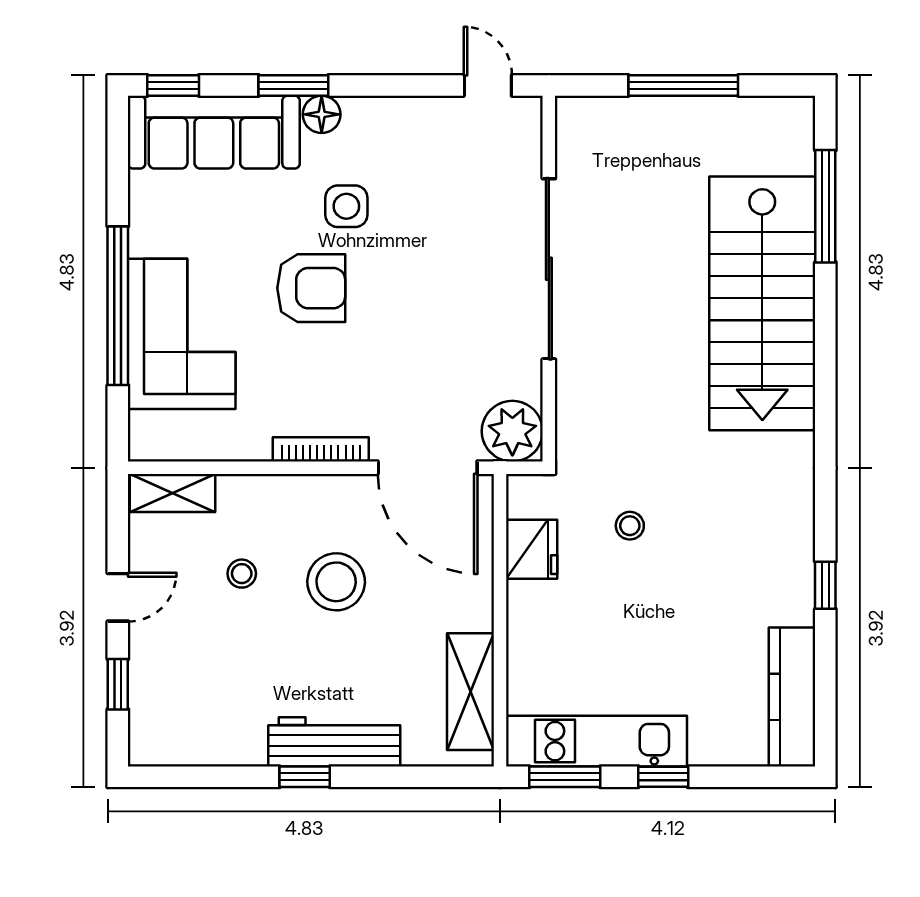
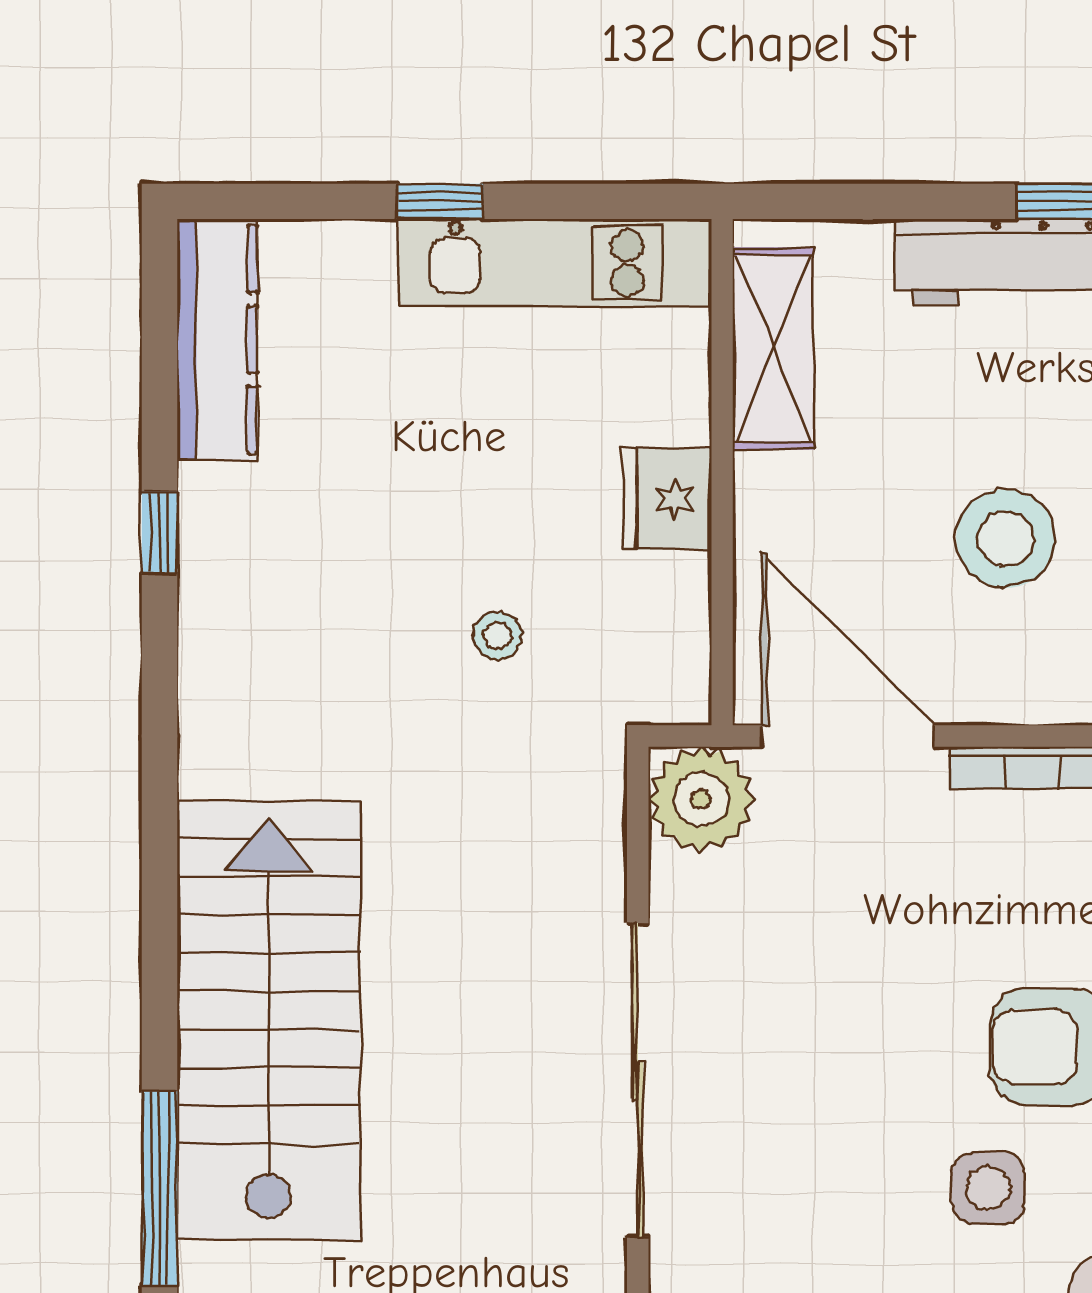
fridge: (532, 549) -> (668, 499), moved
window: (565, 777) -> (610, 201), removed

